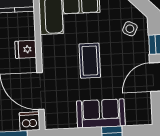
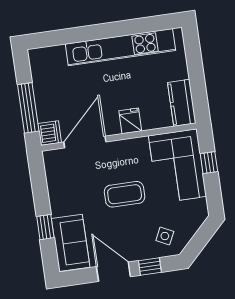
sofa: (101, 113) -> (71, 243), moved

